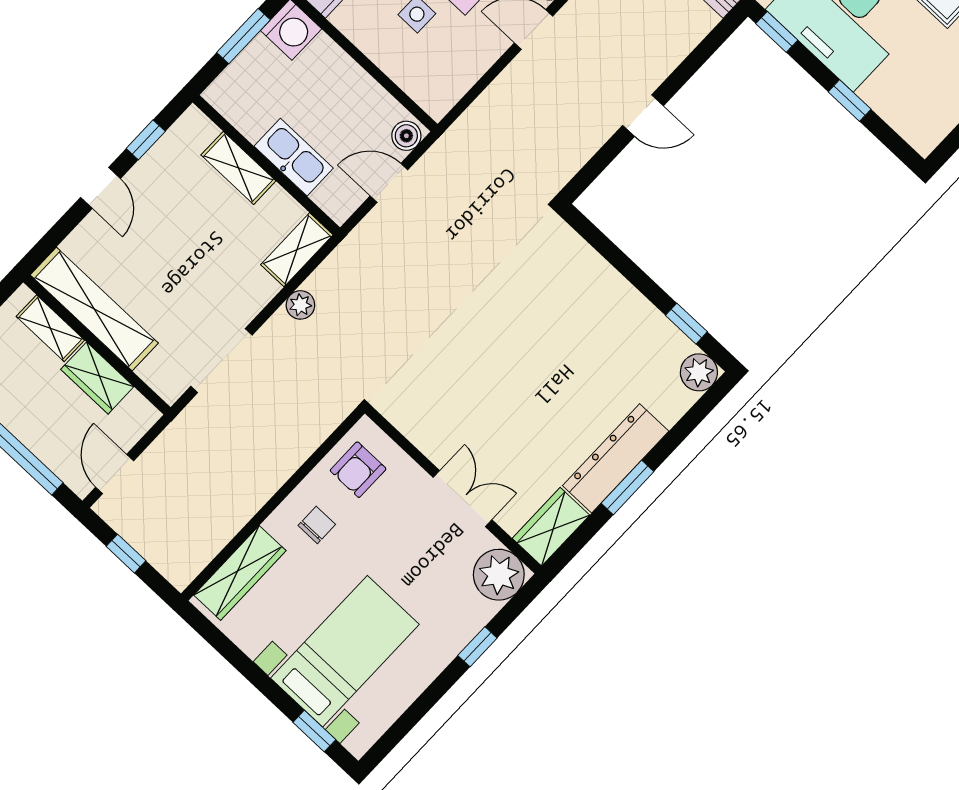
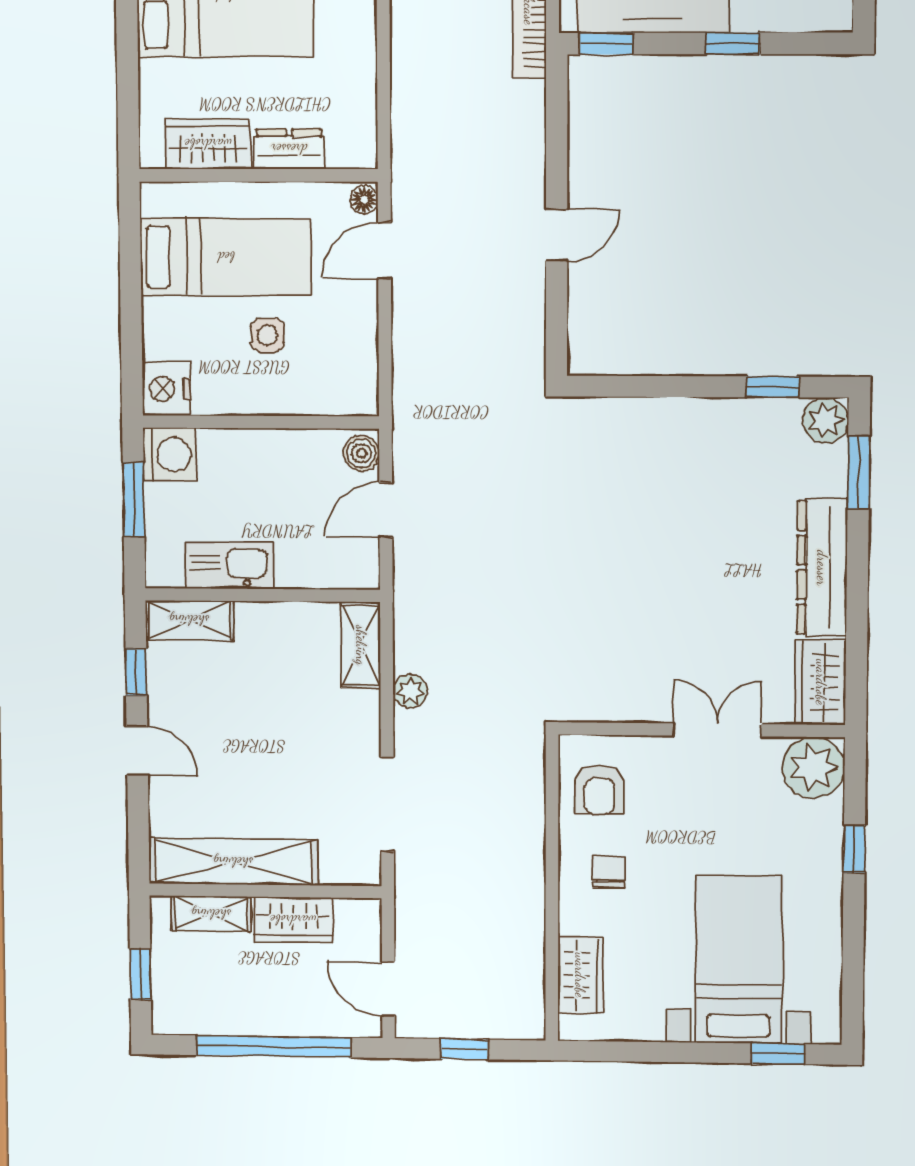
kitchen sink: (294, 157) -> (229, 565), moved
shelving: (238, 168) -> (189, 620), moved
window: (628, 487) -> (859, 472), moved
wardrobe: (240, 573) -> (580, 975), width x0.67

